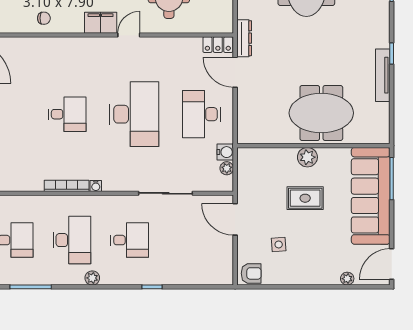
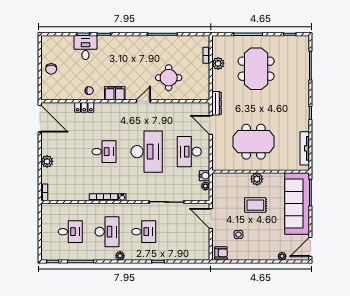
filing cabinet: (101, 23) -> (115, 93), moved
locker: (218, 45) -> (84, 107), moved
tv unit: (383, 75) -> (305, 148), moved
meeting table: (321, 113) -> (254, 142), moved

